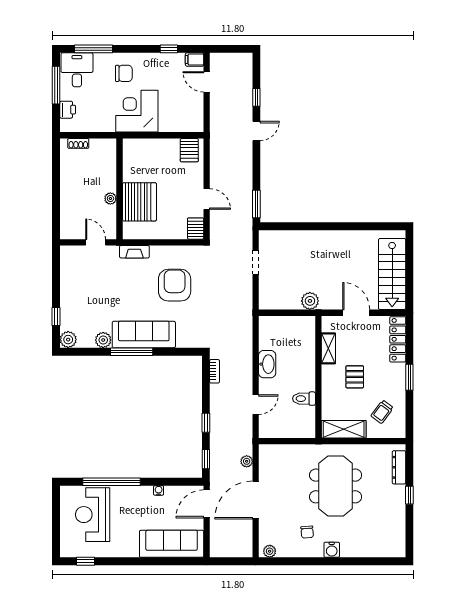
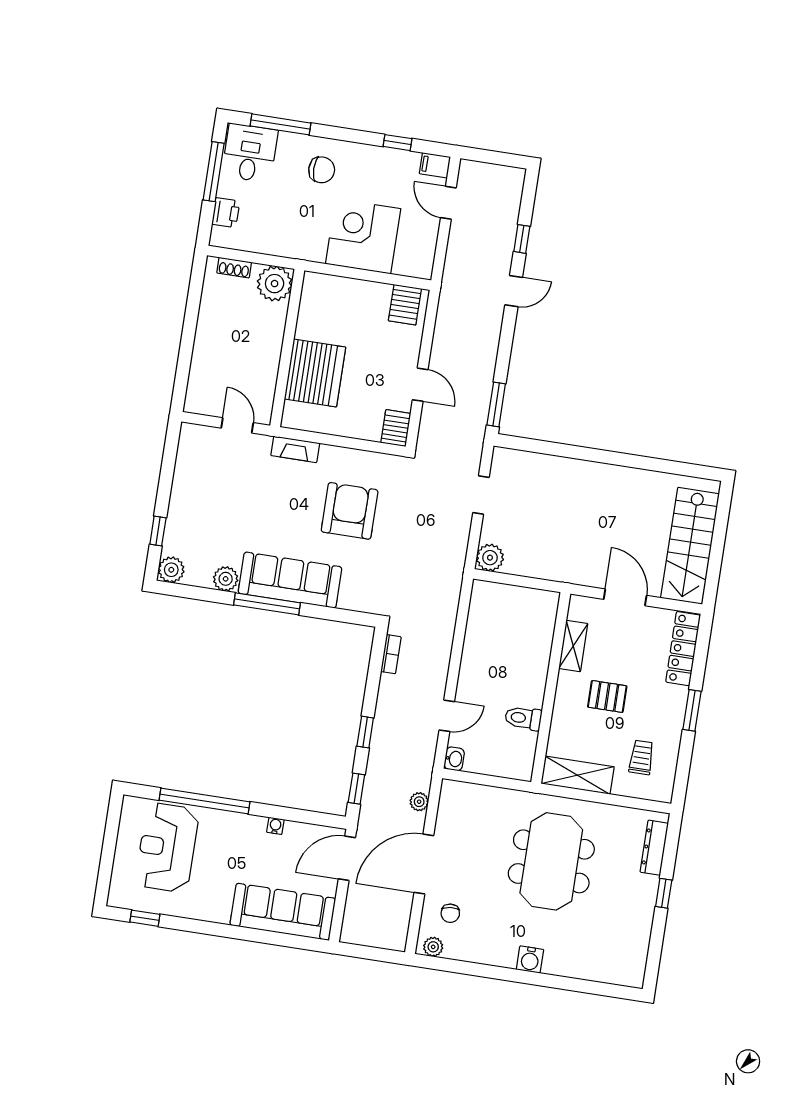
corner desk: (137, 111) -> (363, 236), moved
plant: (110, 198) -> (275, 284), moved, width x1.88, depth x1.88
plant: (310, 301) -> (490, 558), moved
washbasin: (267, 364) -> (454, 759), moved, width x0.52, depth x0.69
pallet: (355, 377) -> (607, 696), turned 90
trolley: (382, 412) -> (641, 757), turned 143
chair: (307, 532) -> (450, 913), moved

